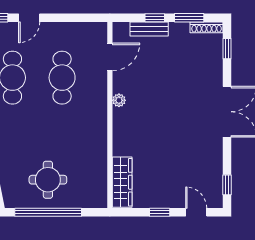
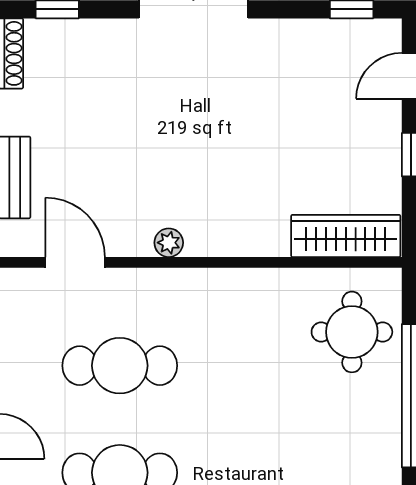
round table: (48, 180) -> (352, 332), moved

